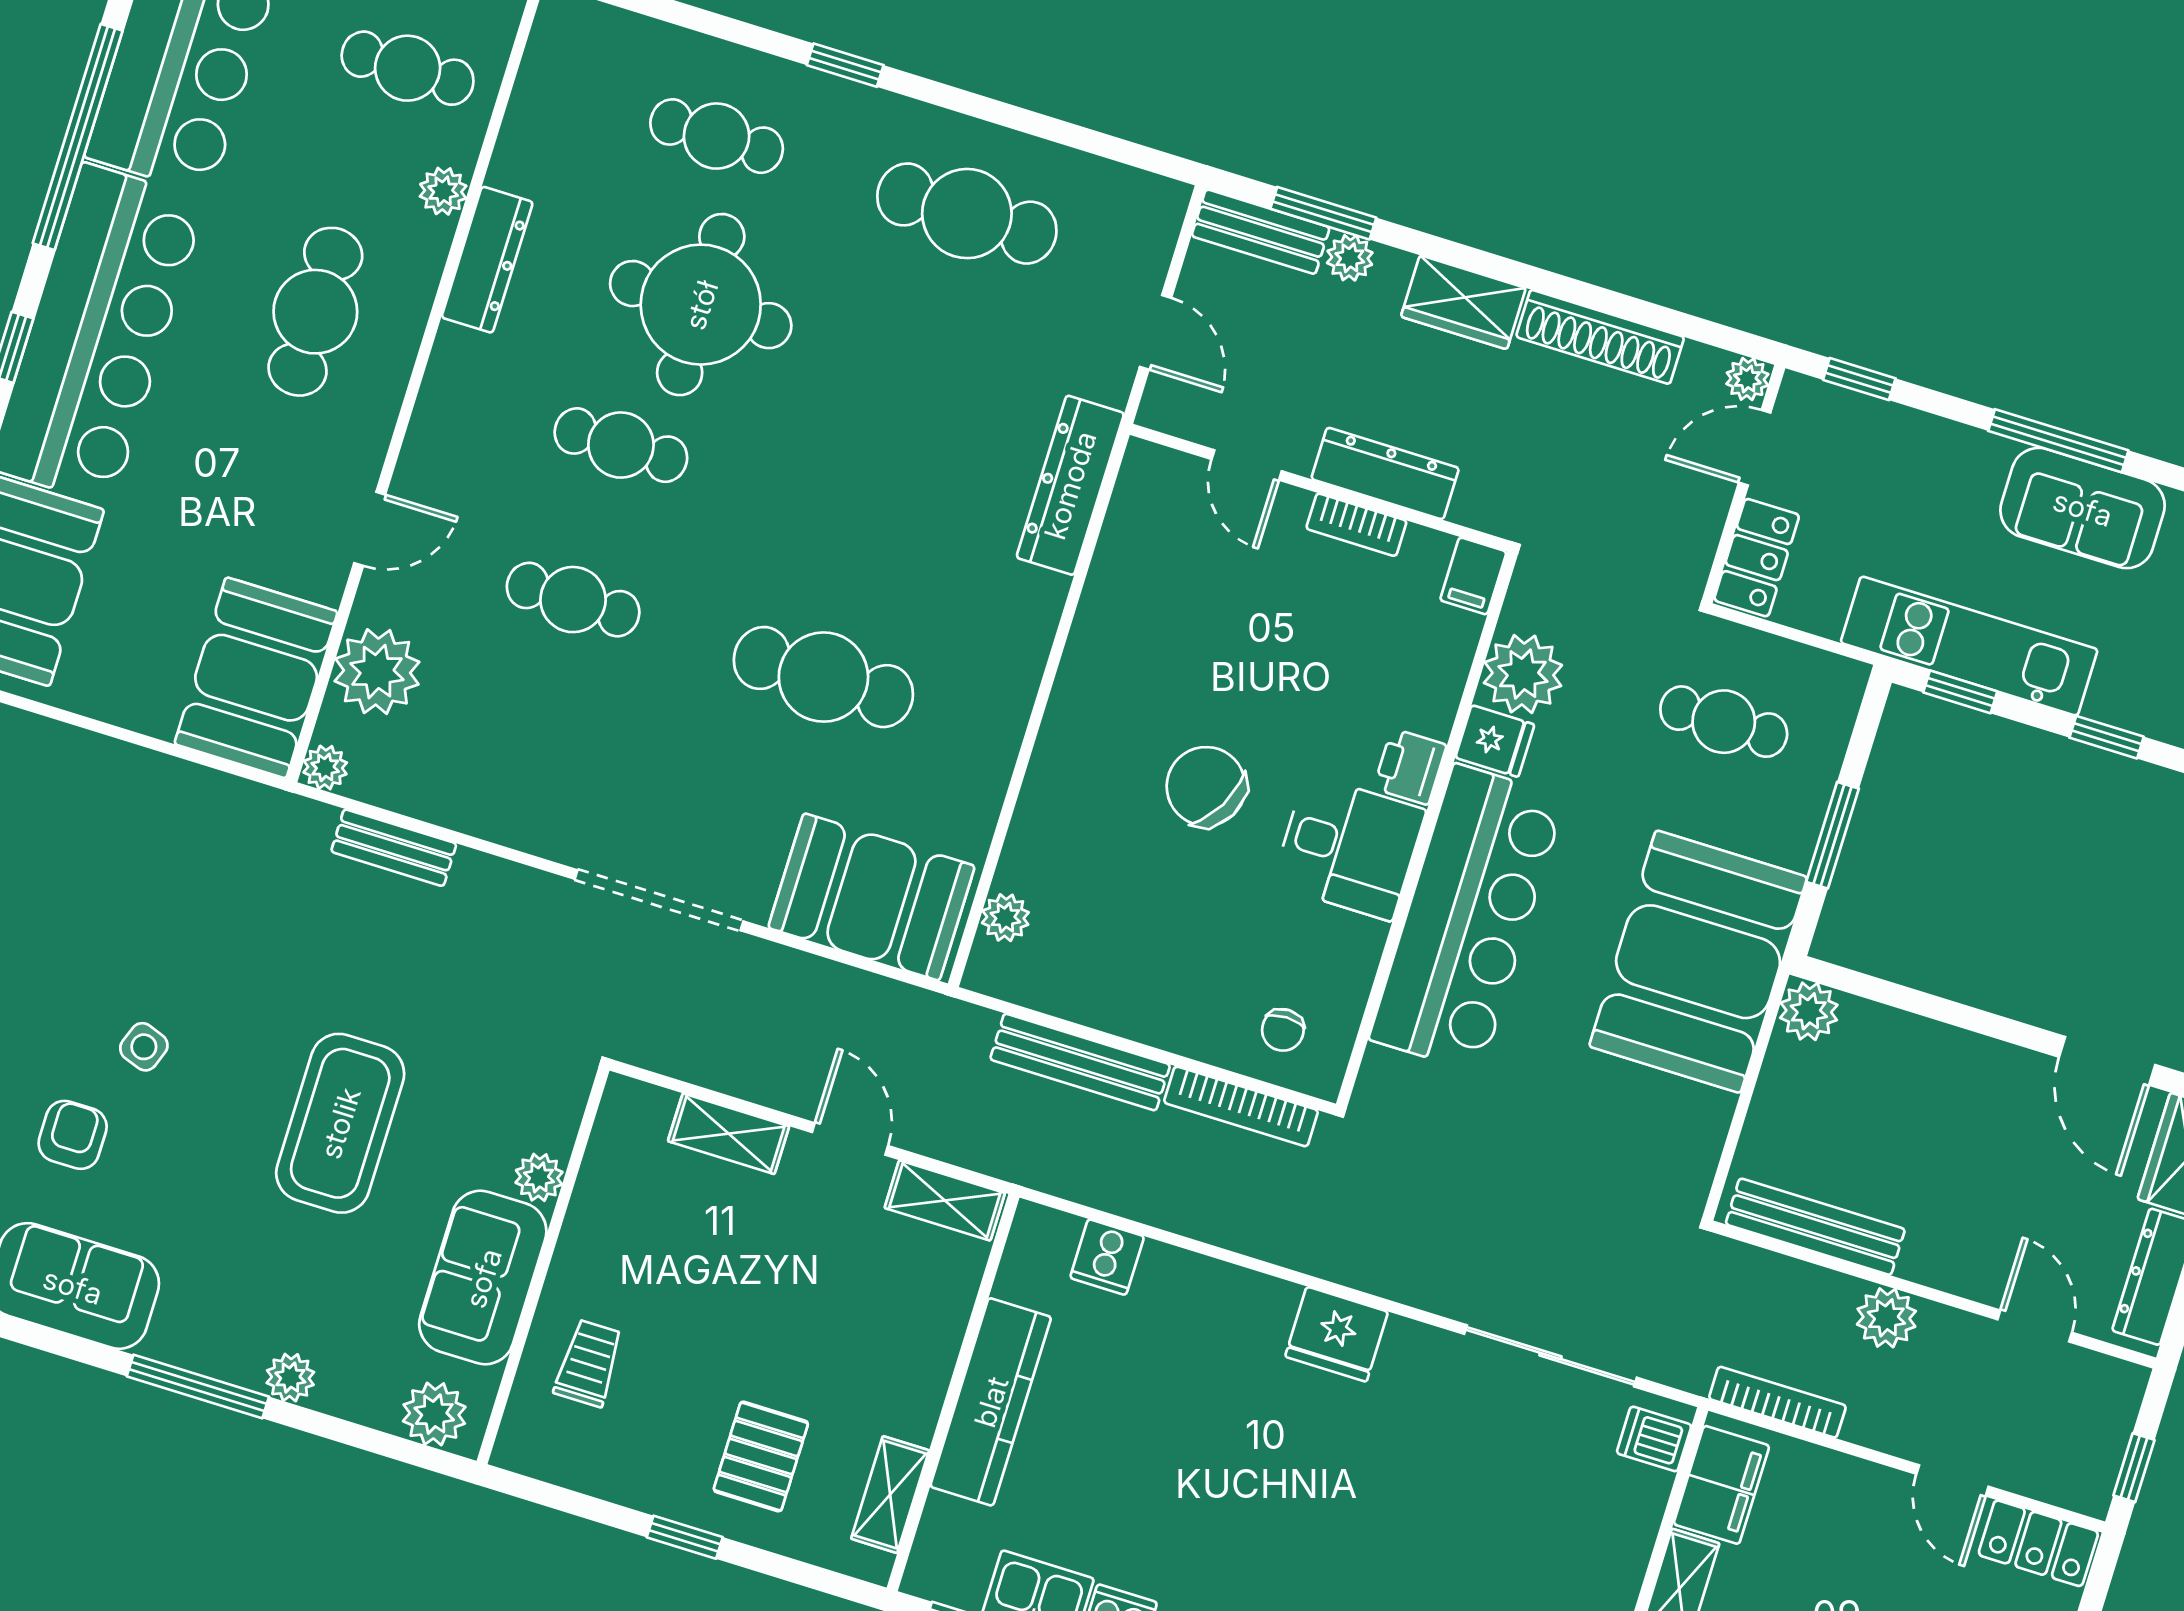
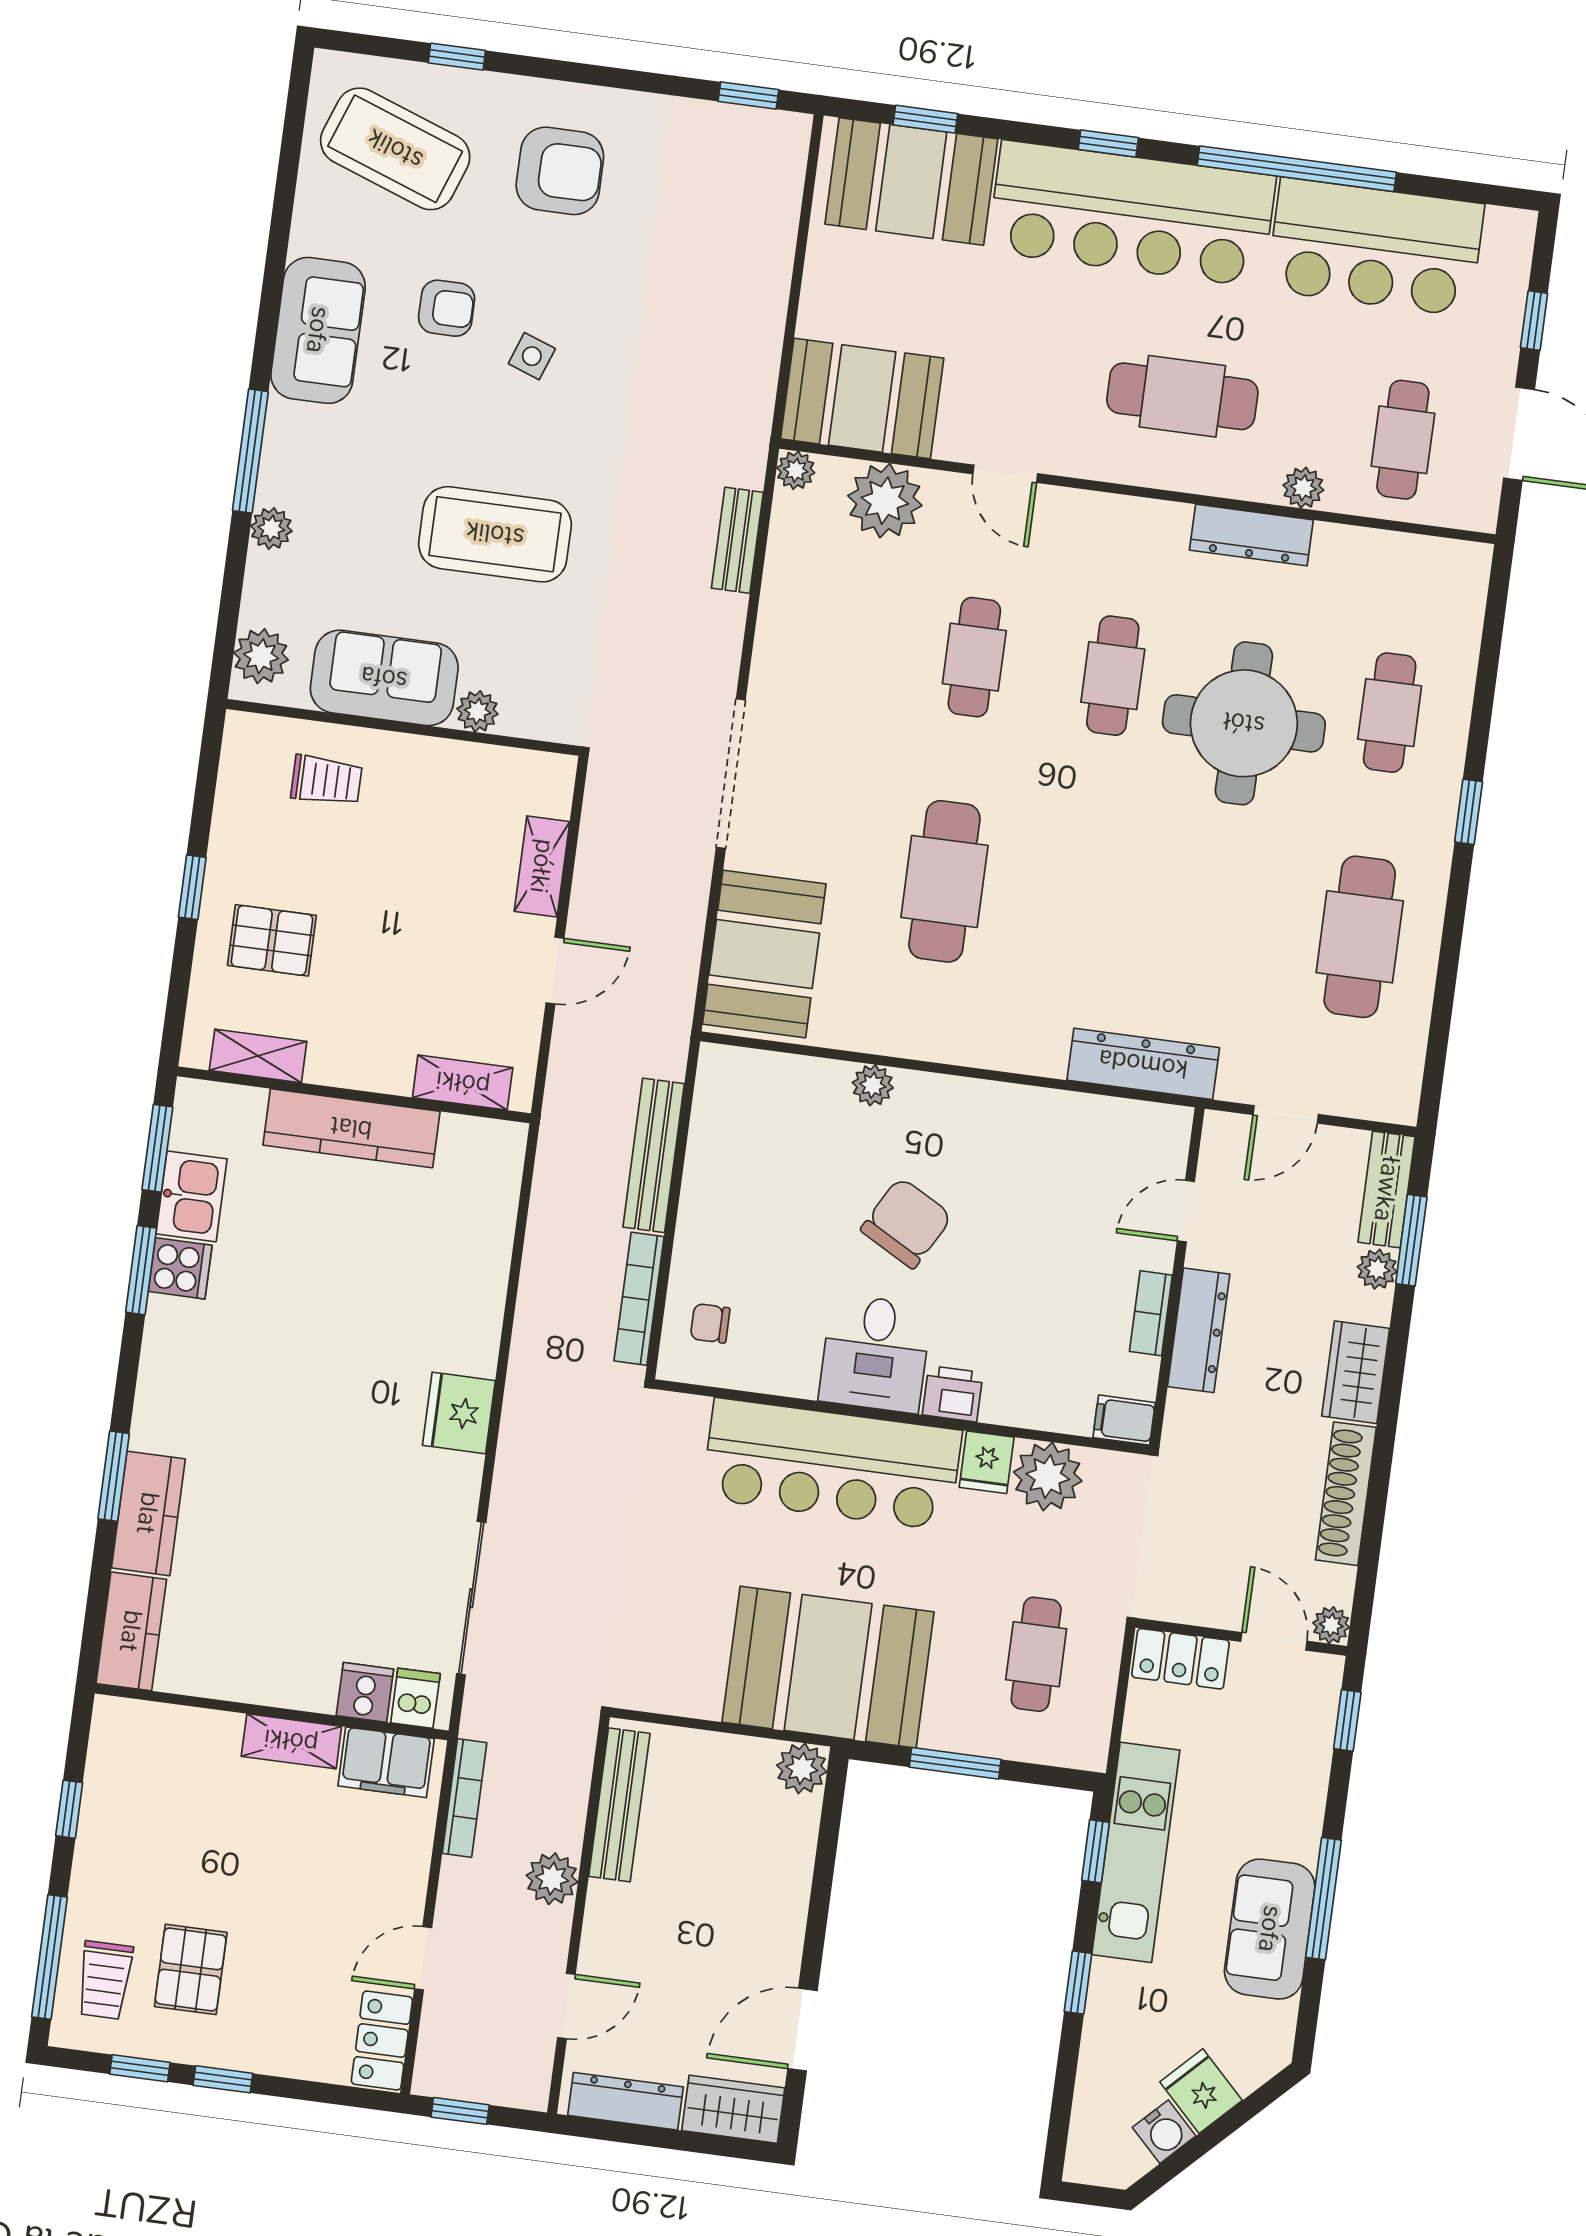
plant: (1005, 918) -> (873, 1085), moved
shelving: (945, 1200) -> (463, 1083), moved, turned 90
cooker: (1107, 1257) -> (365, 1692), moved, turned 90

